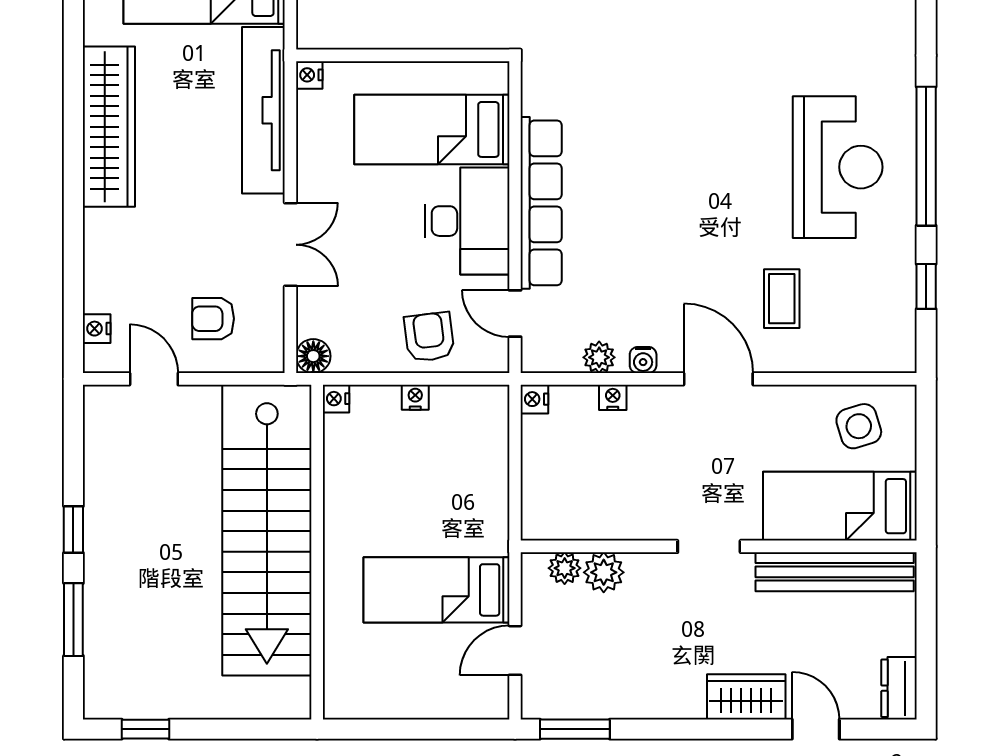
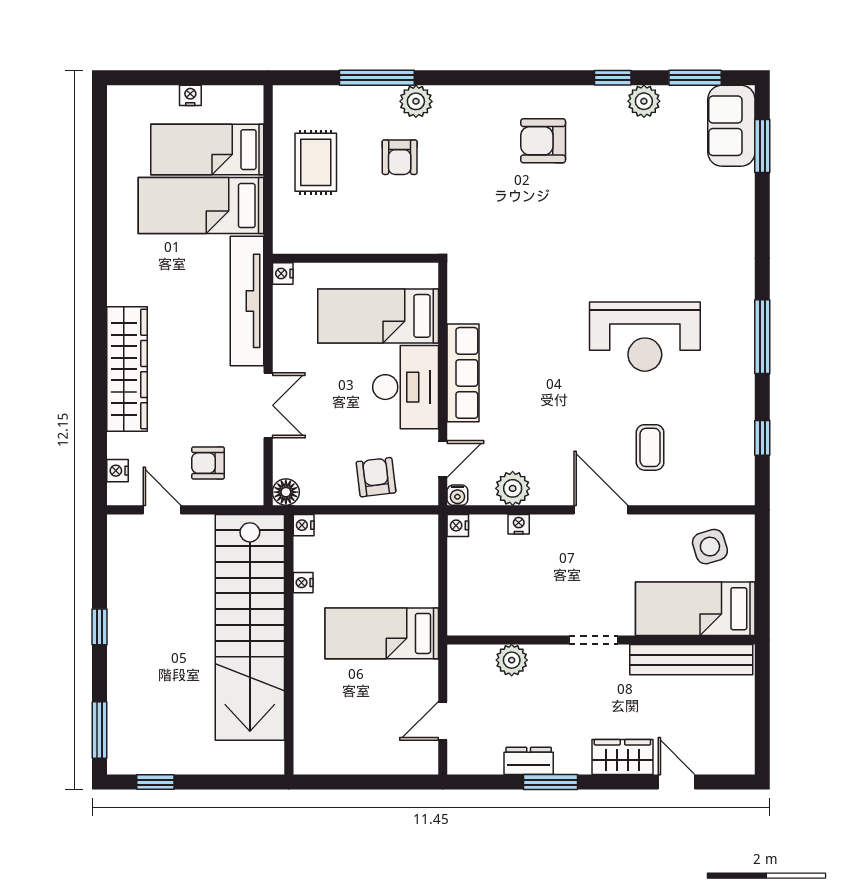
wardrobe: (109, 127) -> (127, 369), moved
window: (926, 156) -> (762, 337), width x0.68
reception desk: (838, 167) -> (645, 337), moved, turned 90
row of seats: (541, 203) -> (463, 373), width x0.73
door: (515, 314) -> (443, 459), swing flipped
plant: (599, 357) -> (513, 488), width x1.38, depth x1.38
water cooler: (643, 360) -> (457, 495), moved
nightstand: (415, 397) -> (303, 583), moved, turned -90
plant: (565, 568) -> (481, 657), removed
bed: (436, 590) -> (382, 633), moved
window: (73, 620) -> (99, 730), moved
dresser: (899, 688) -> (529, 761), moved, turned 90
window: (575, 729) -> (551, 782), moved

